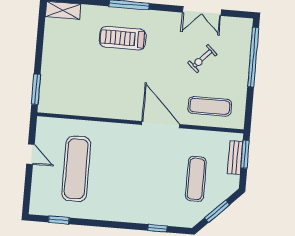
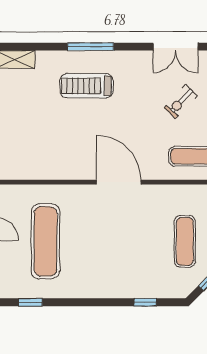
door: (161, 125) -> (119, 182), moved

